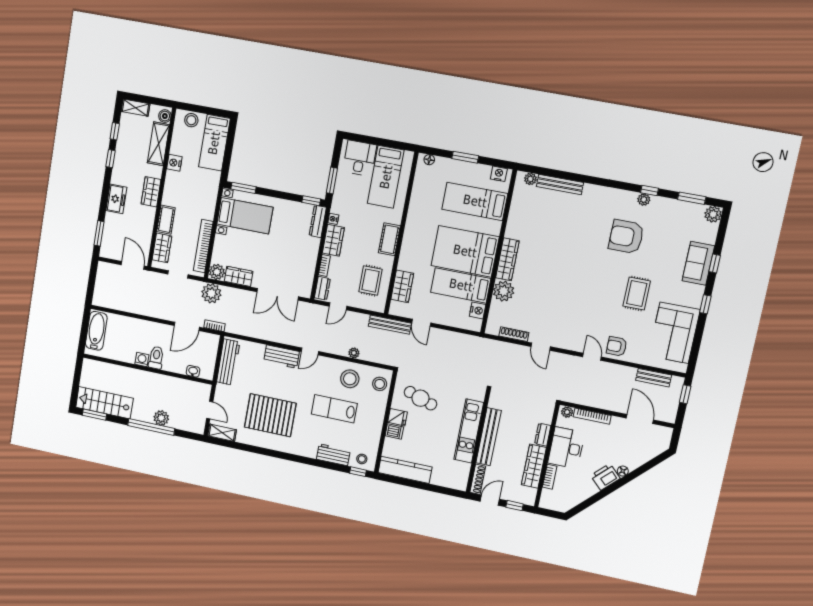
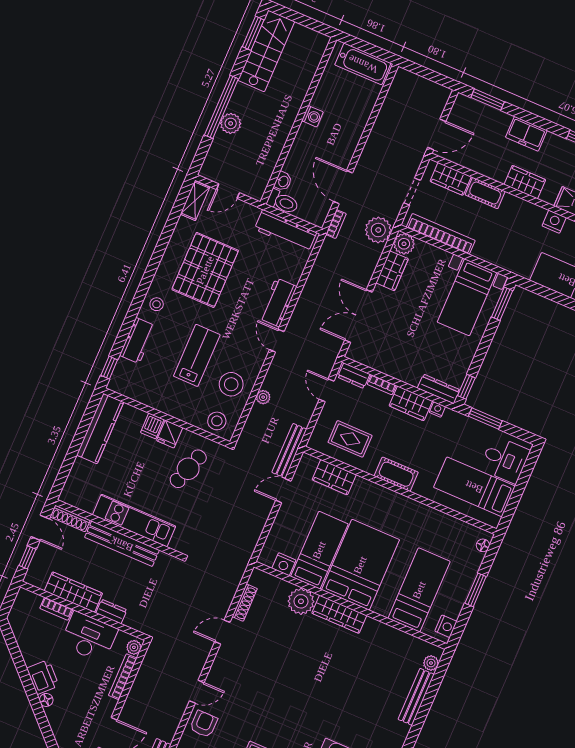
toilet: (156, 358) -> (283, 202), moved
stool: (362, 459) -> (157, 304), moved

